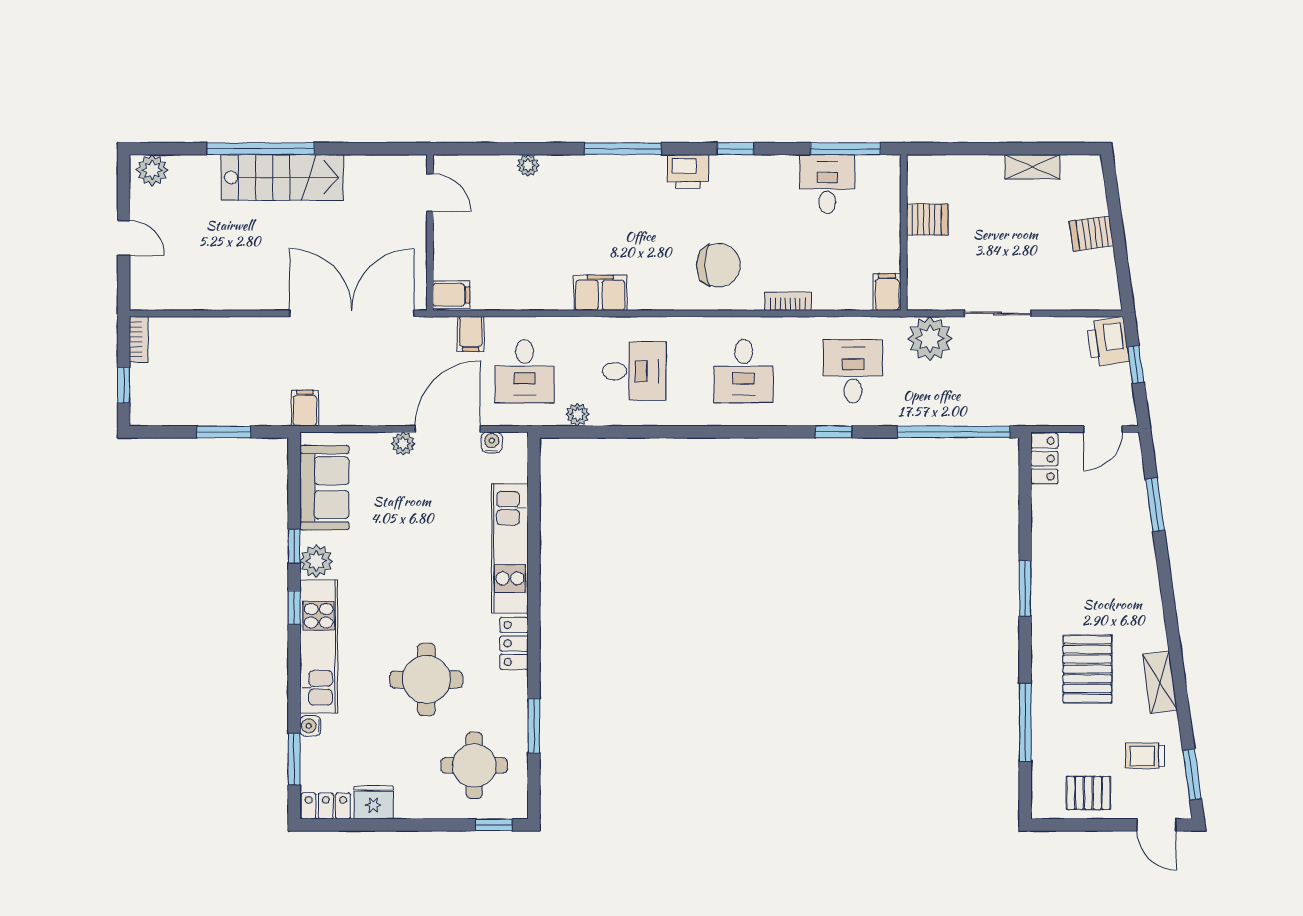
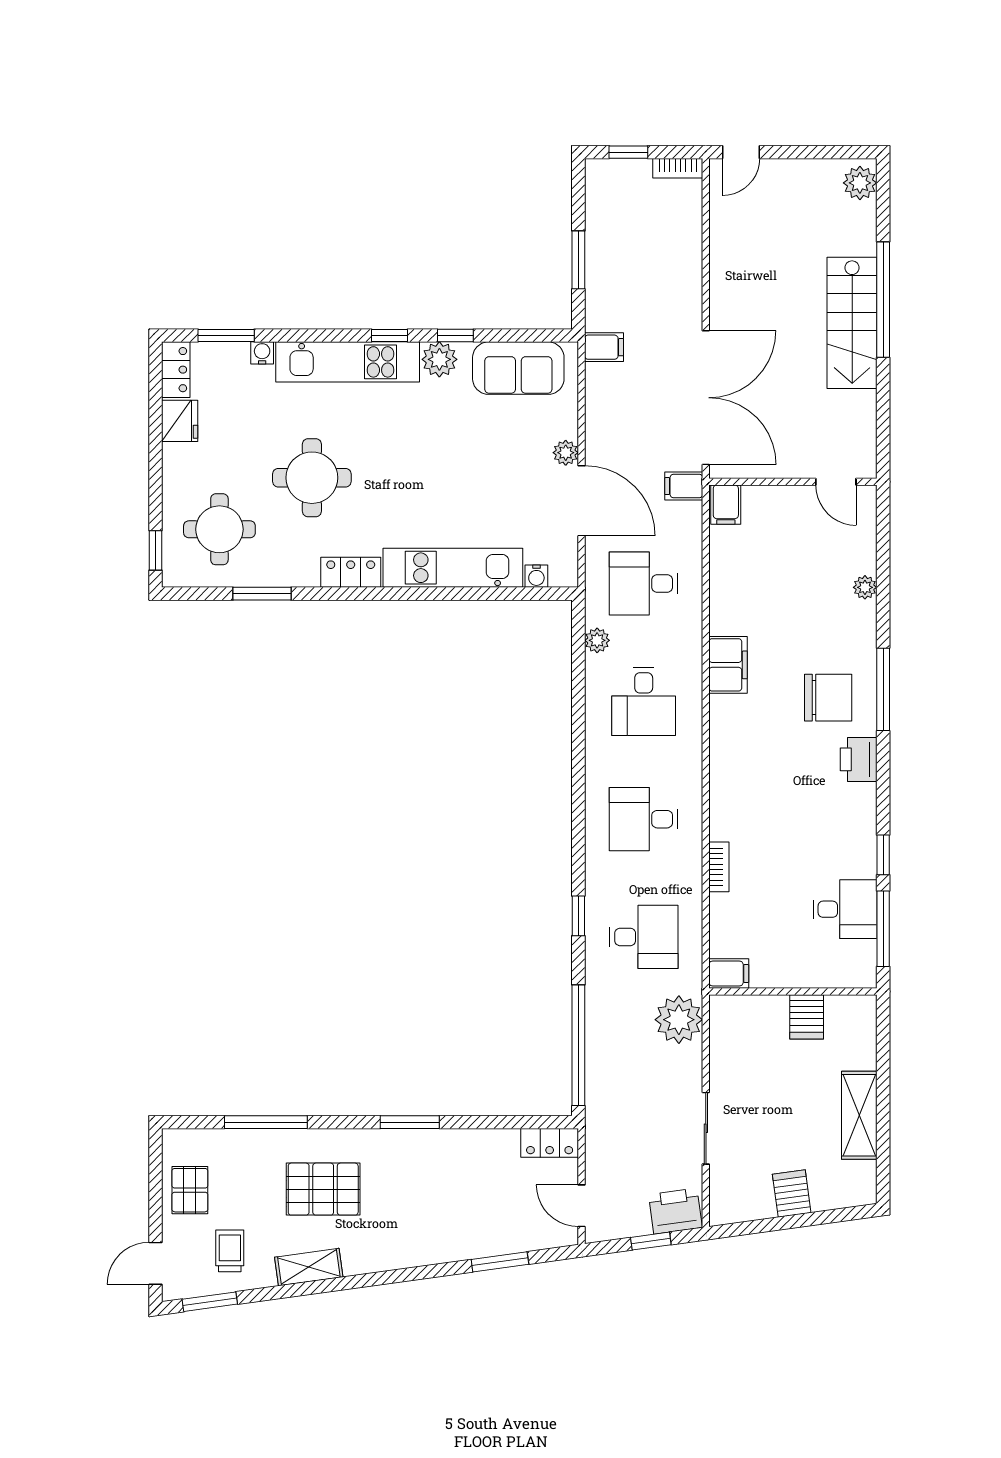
window: (735, 149) -> (883, 855), moved
shelving: (1032, 167) -> (859, 1115), width x1.50, depth x1.33
door: (430, 193) -> (836, 482), hinge flipped
door: (124, 238) -> (741, 152), moved
chair: (718, 265) -> (828, 698), moved, turned -90
sliding door: (998, 313) -> (706, 1128), moved
filing cabinet: (471, 334) -> (684, 486), moved
water cooler: (492, 442) -> (536, 576), moved, turned 90

